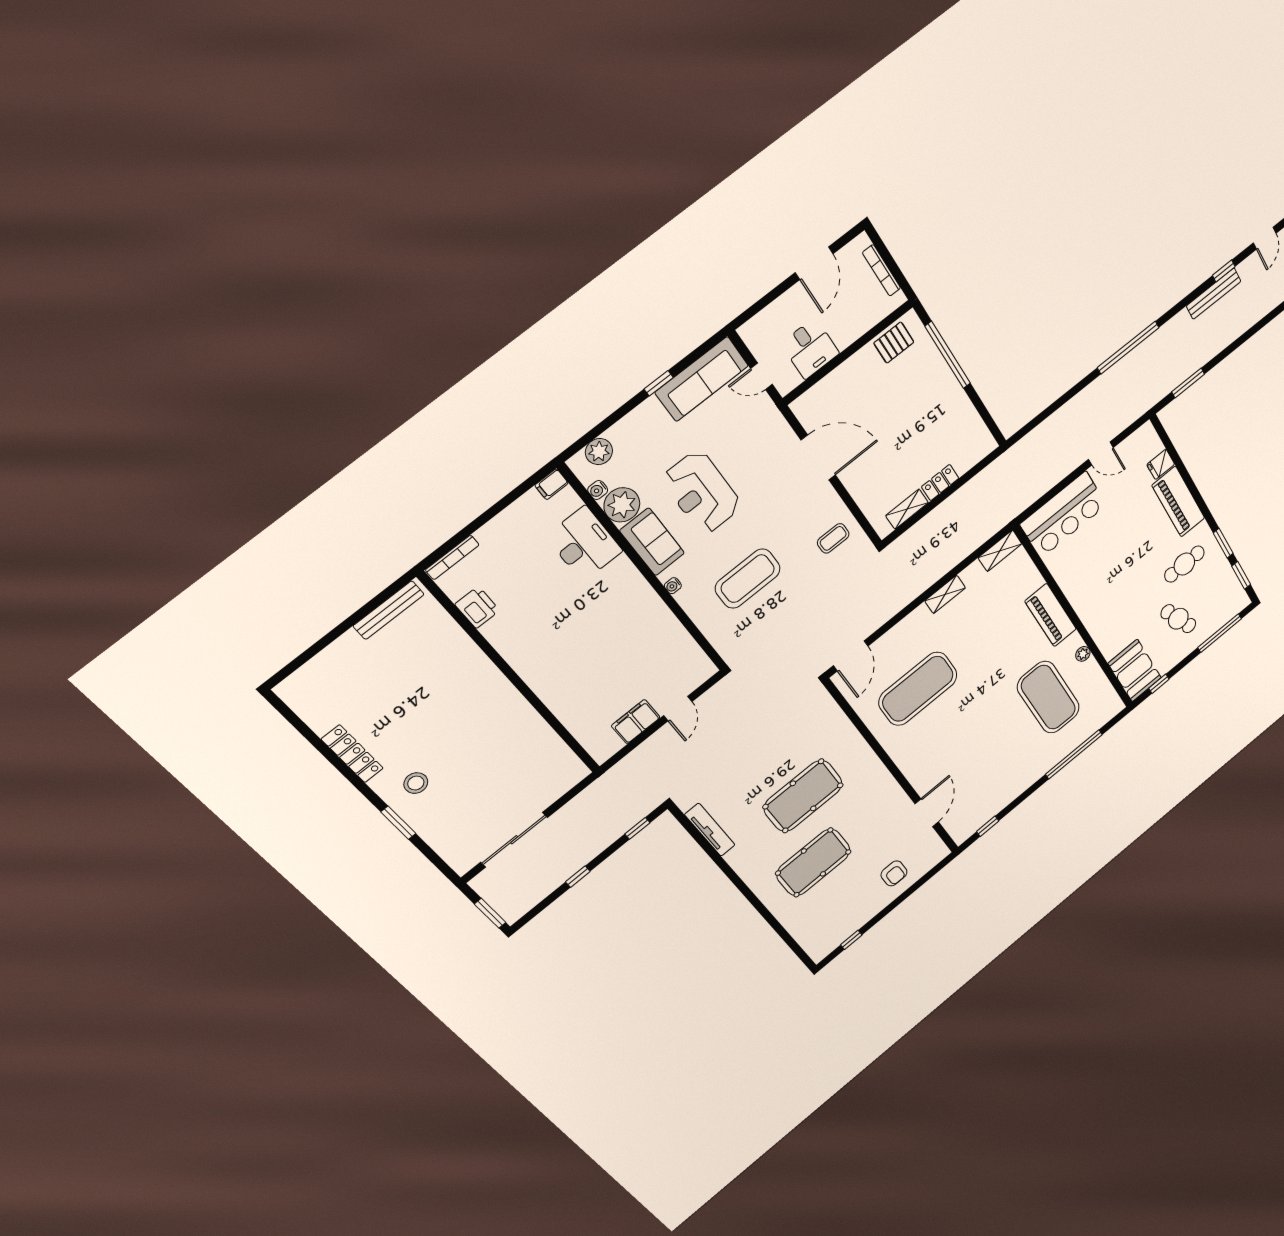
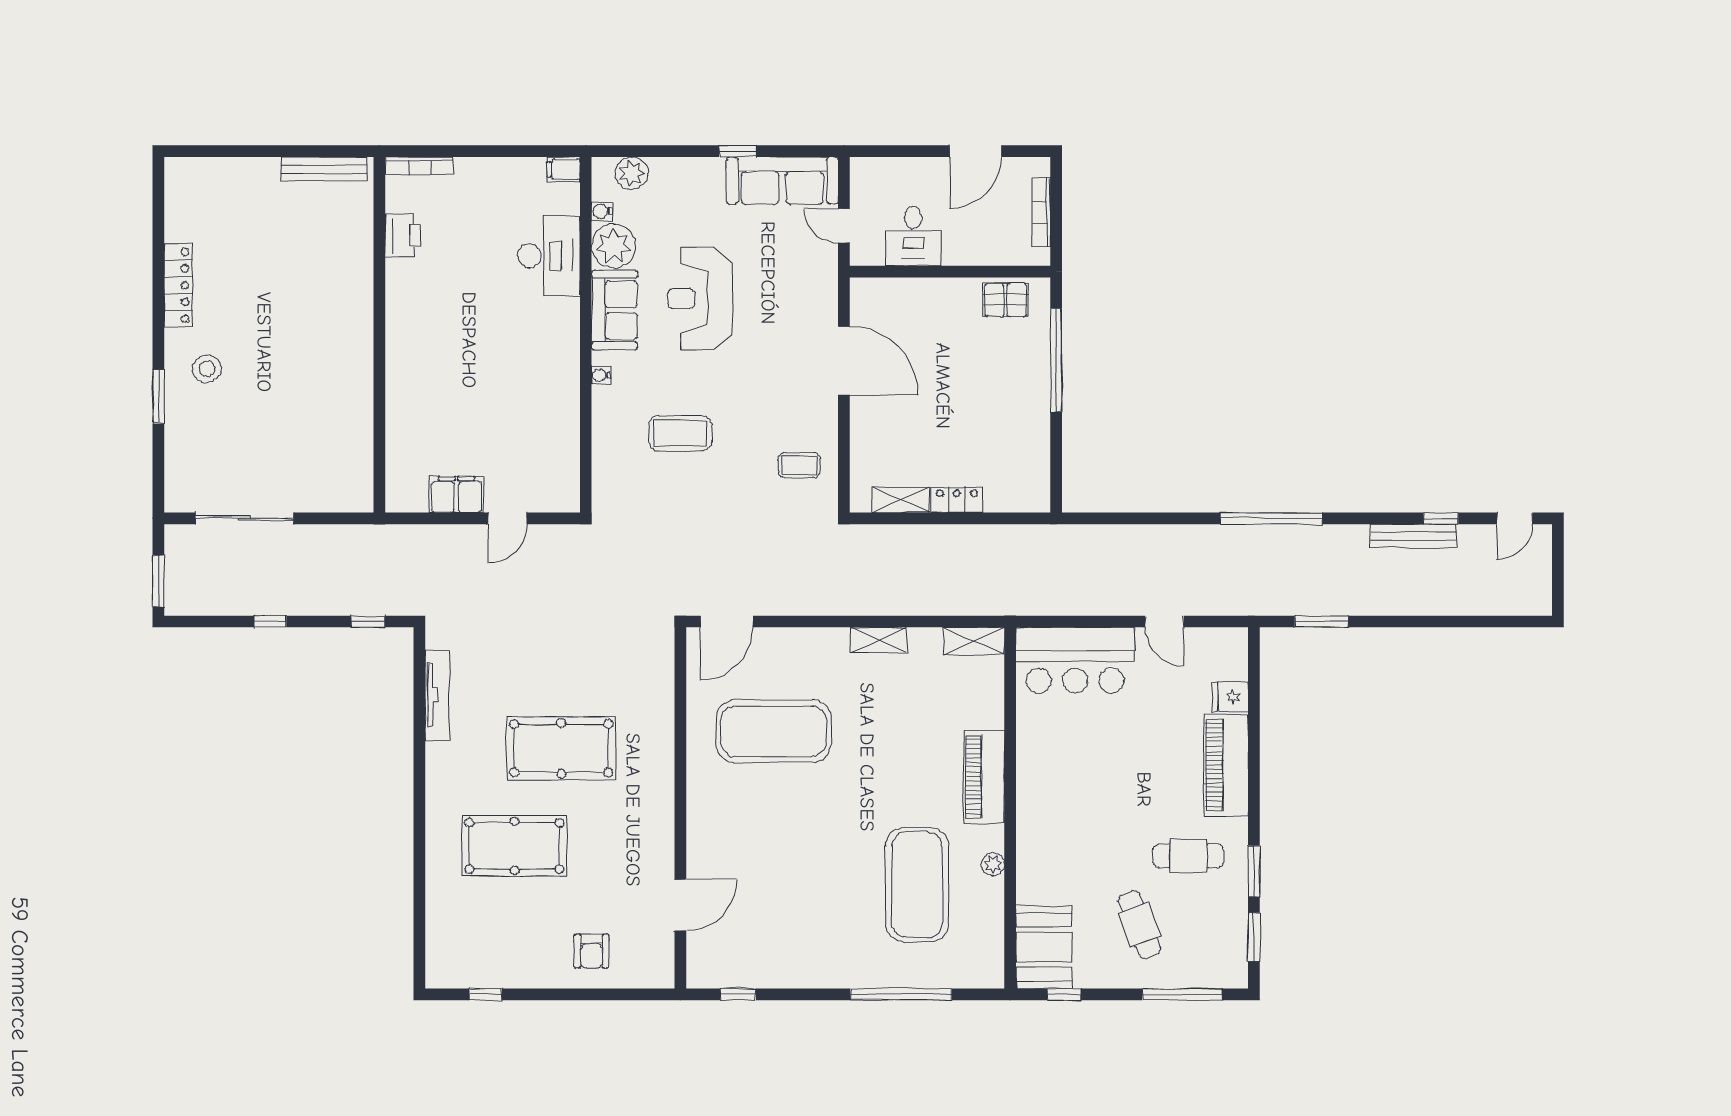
coffee table: (748, 579) -> (680, 433), width x0.73, depth x0.76

